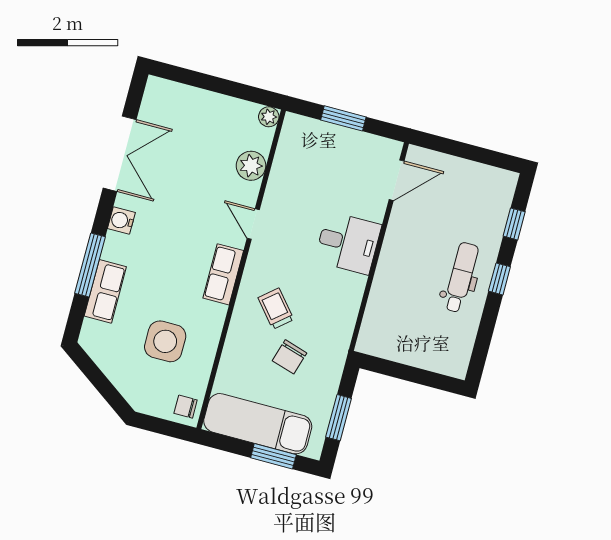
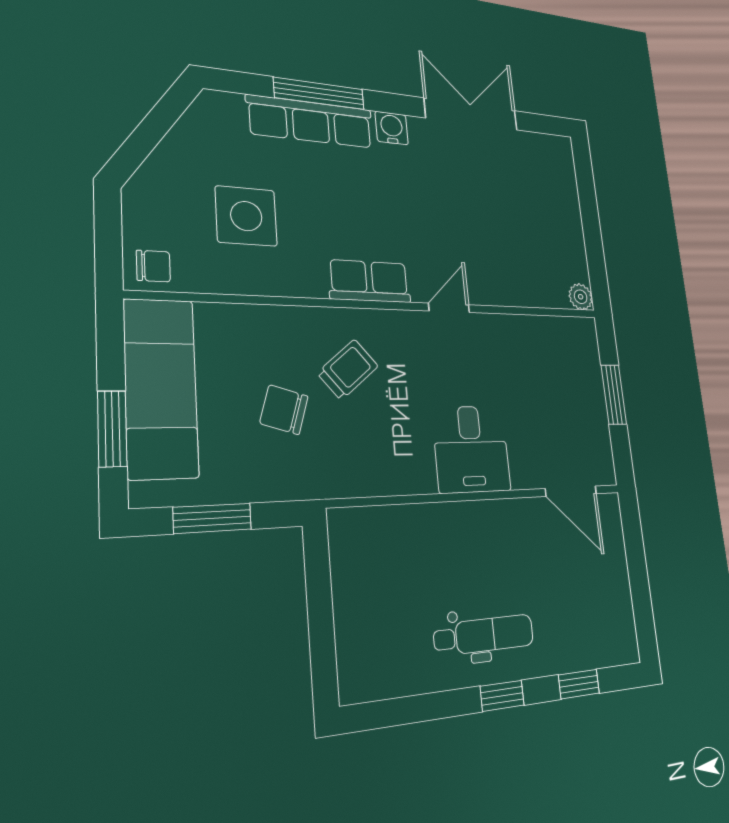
double door: (120, 154) -> (471, 114), swing flipped
plant: (251, 166) -> (518, 287), removed
row of seats: (105, 291) -> (311, 122), width x1.48
chair: (186, 407) -> (153, 266), turned 90

